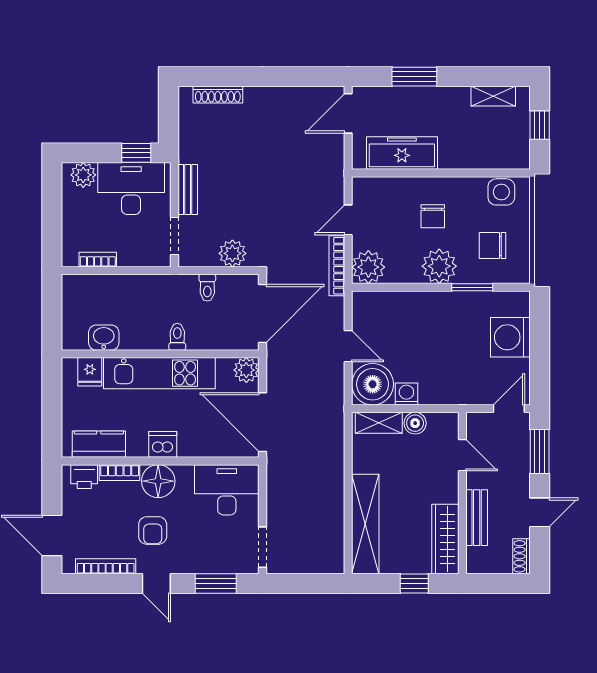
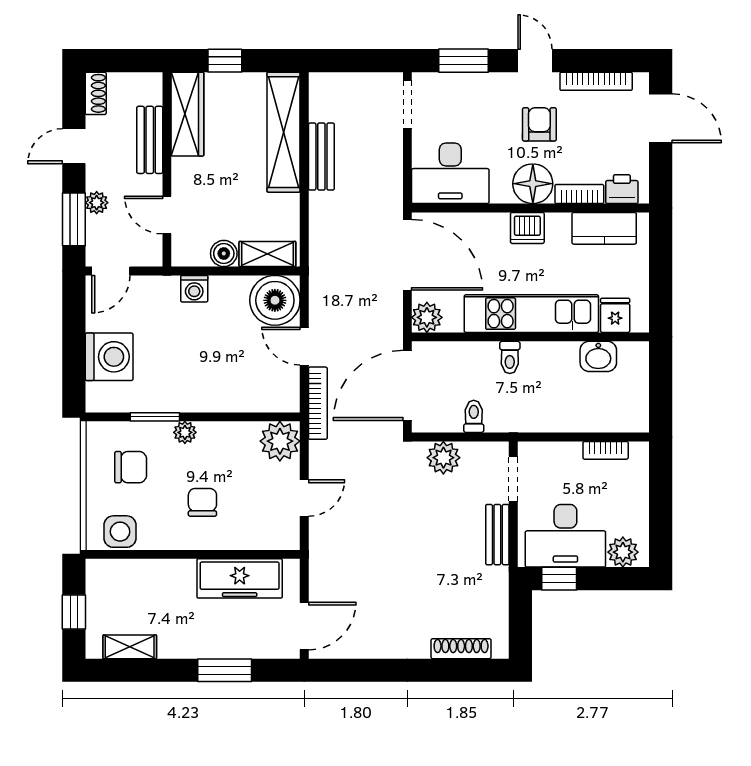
bookcase: (337, 266) -> (318, 403), moved
plant: (439, 266) -> (185, 432), width x0.53, depth x0.53
washing machine: (406, 394) -> (194, 289), moved
plant: (521, 465) -> (97, 203), added
bench: (334, 504) -> (321, 157), added

